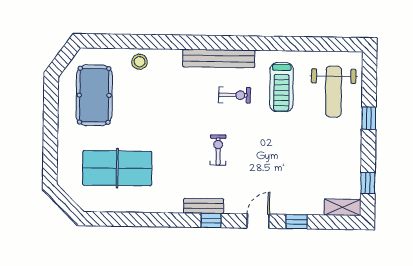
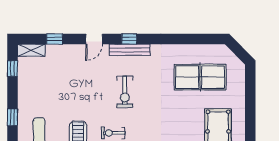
exercise bike: (218, 150) -> (125, 92), width x1.38, depth x1.39
bench: (204, 206) -> (130, 50), width x1.36
window: (297, 222) -> (54, 39), moved

